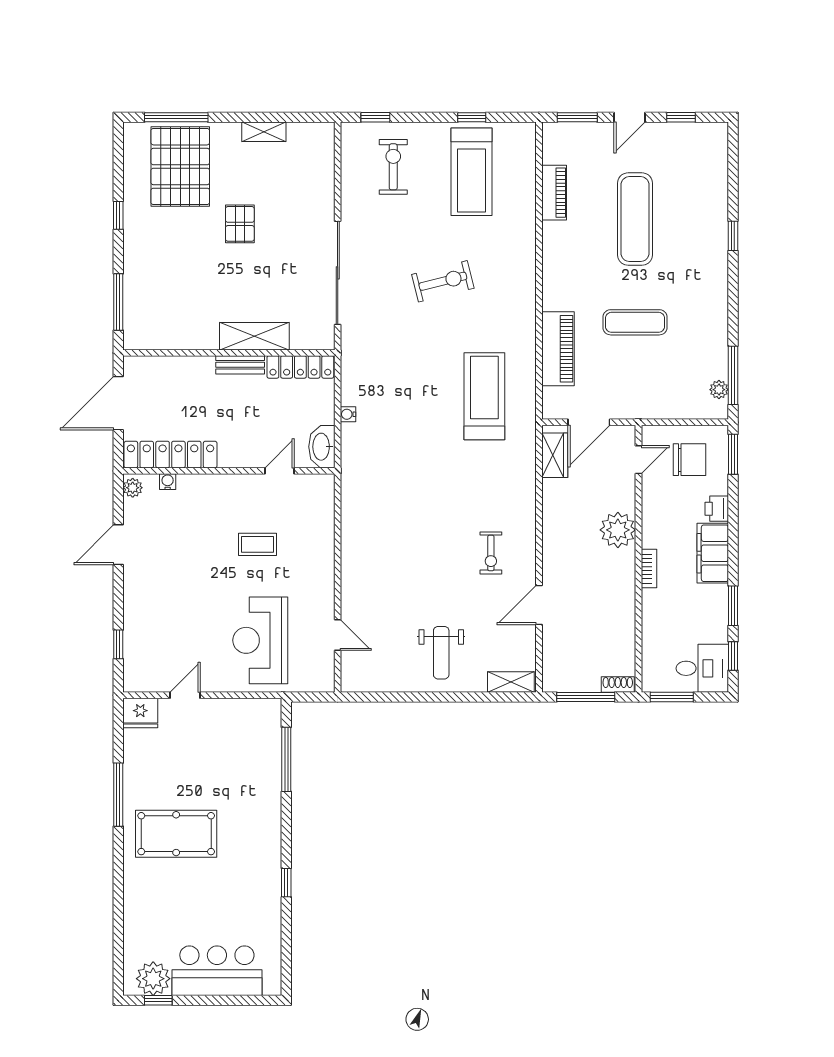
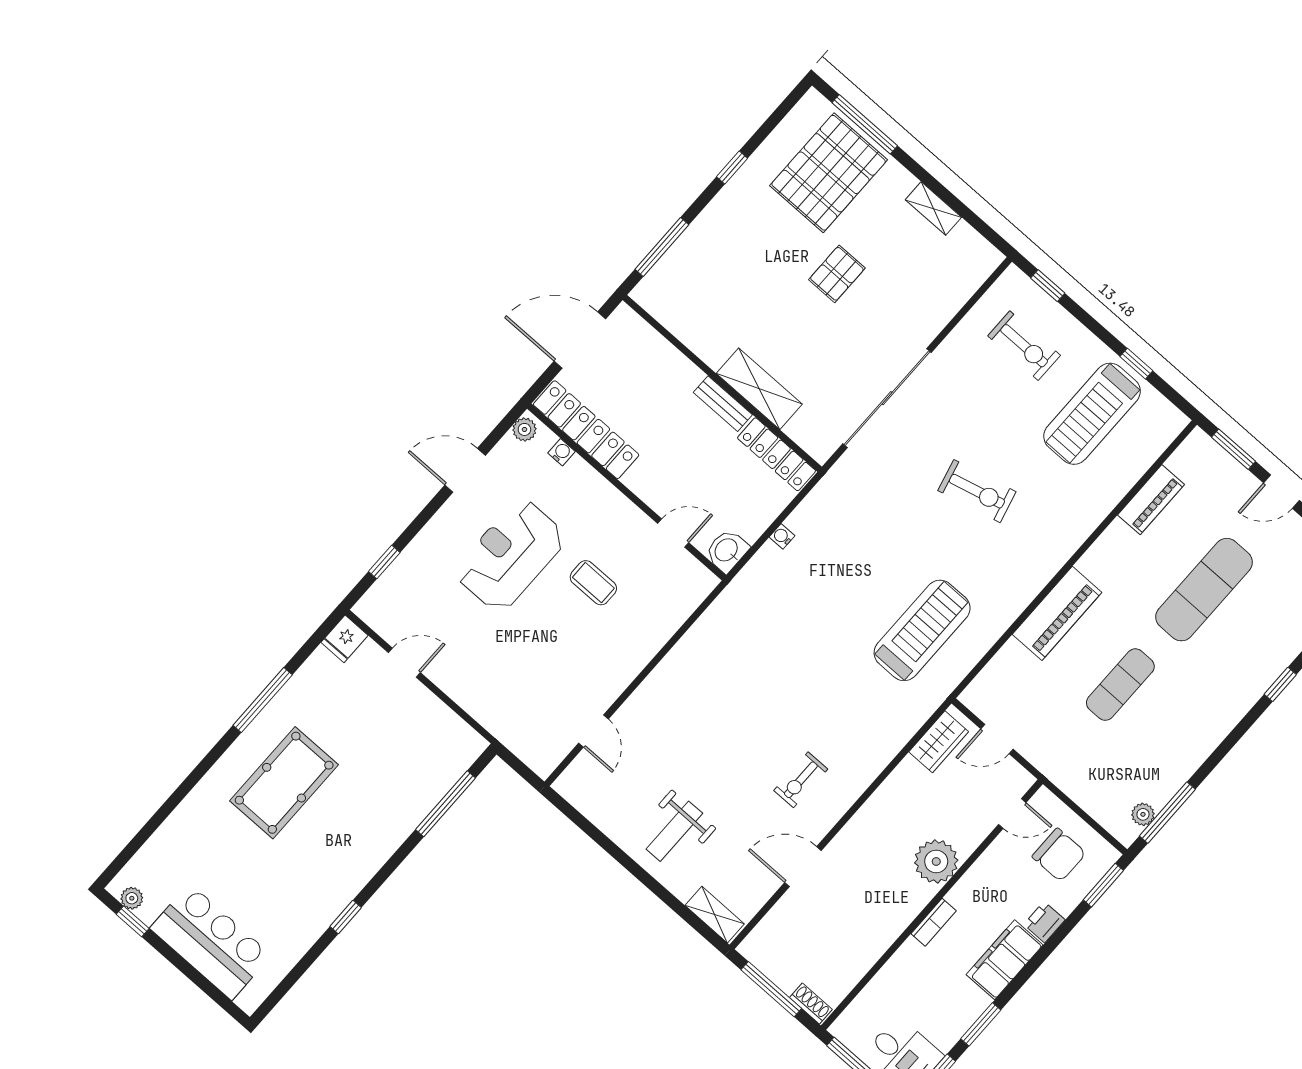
exercise bike: (393, 167) -> (1024, 346), turned 90
exercise mat: (635, 322) -> (1120, 685), turned 90
piano: (558, 349) -> (1057, 613), moved
door: (589, 422) -> (997, 739), width x0.73
washbasin: (322, 447) -> (727, 551), width x0.72
reception desk: (260, 640) -> (511, 555), moved
fridge: (140, 713) -> (344, 639), width x0.72
pool table: (176, 834) -> (284, 783), turned 90
plant: (153, 979) -> (132, 898), width x0.53, depth x0.53

